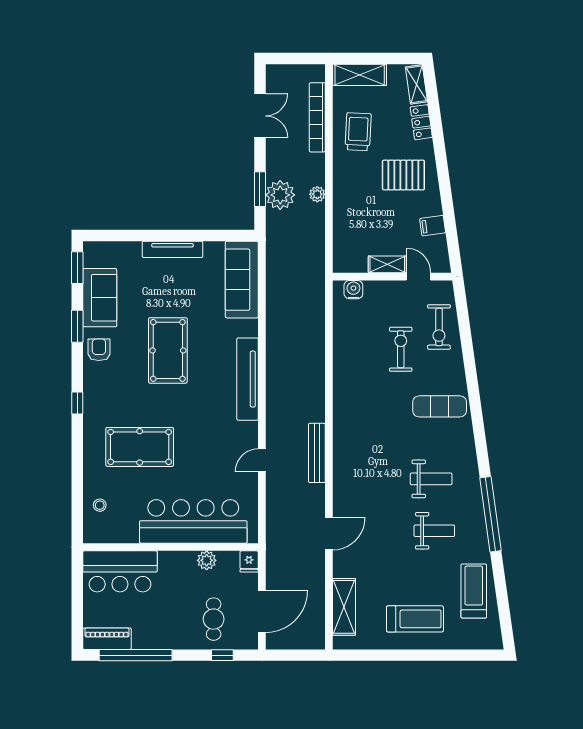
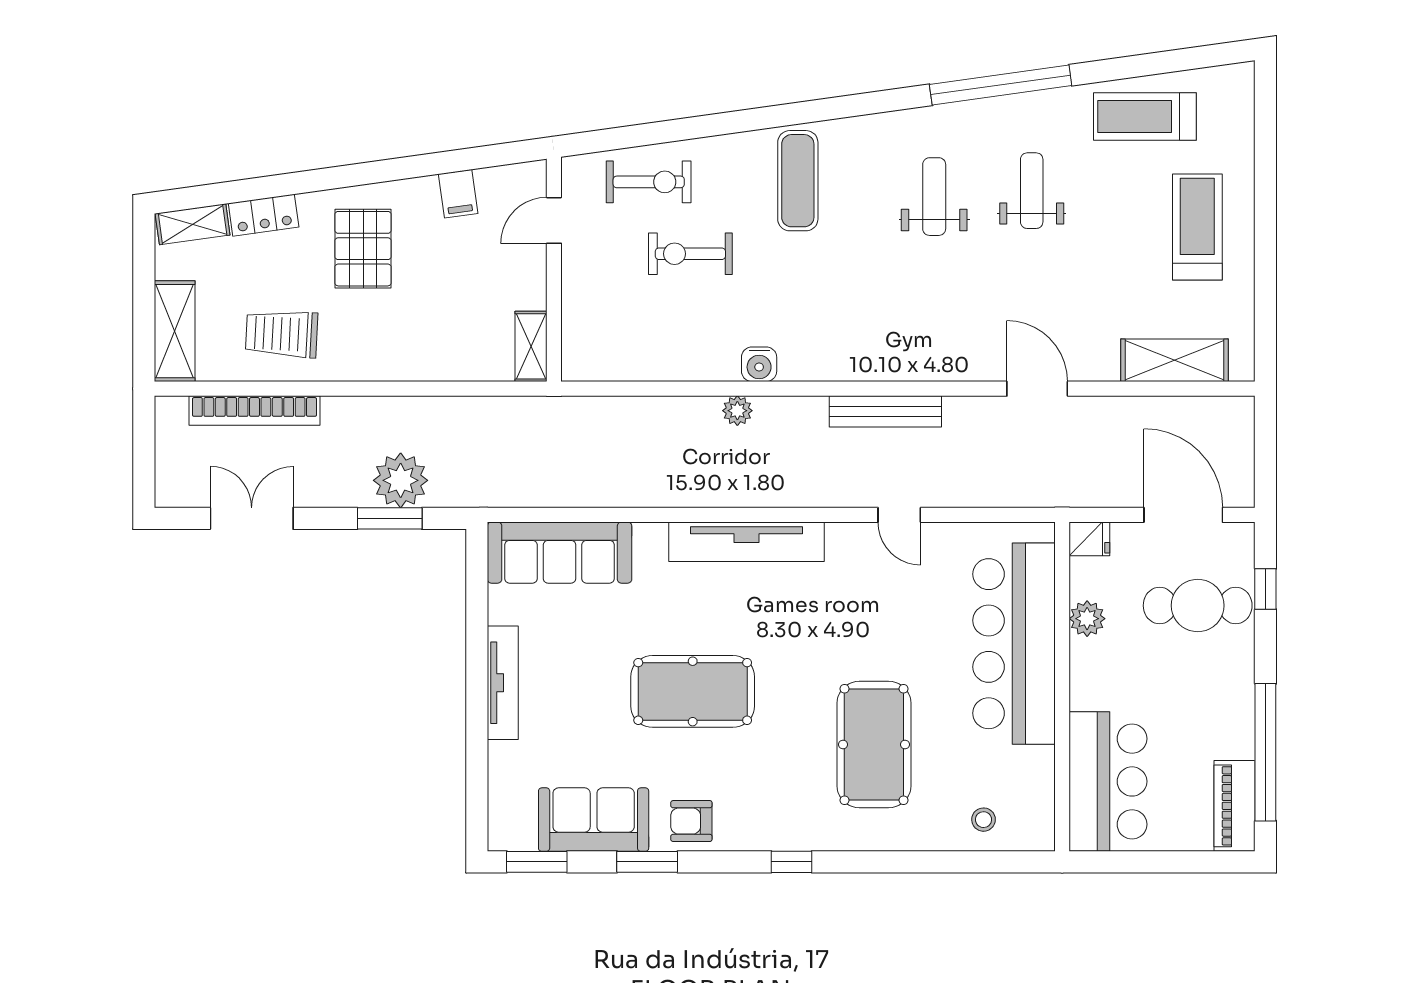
plant: (317, 194) -> (737, 411), moved
shelving: (387, 264) -> (531, 346), moved
water cooler: (353, 290) -> (759, 364), moved, turned -90
cafe table: (214, 619) -> (1198, 606), width x1.37, depth x1.35

